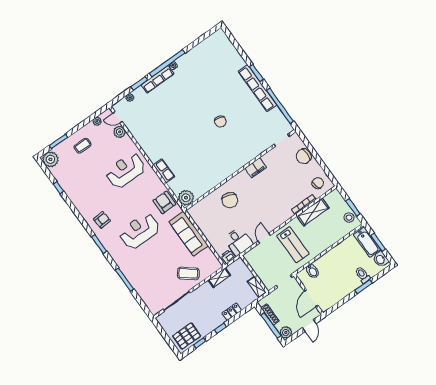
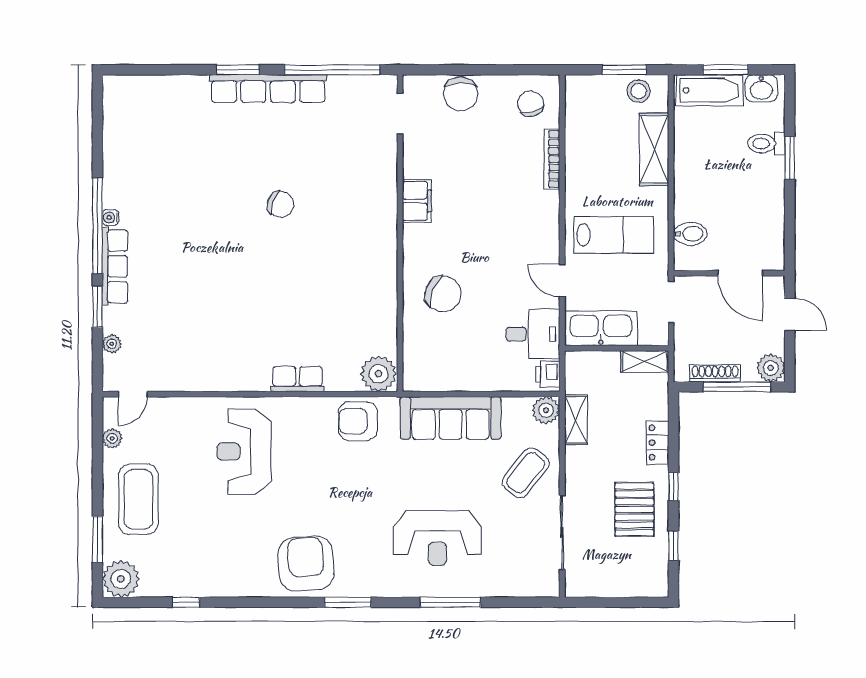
plant: (119, 132) -> (546, 410), moved
coffee table: (82, 146) -> (138, 499), width x1.86, depth x1.72
shelving: (313, 212) -> (654, 149), moved
armchair: (102, 220) -> (306, 564), width x1.88, depth x1.88
reception desk: (139, 231) -> (437, 538), moved, turned -90
kitchen sink: (257, 264) -> (601, 328), added
pallet: (187, 336) -> (634, 509), moved

